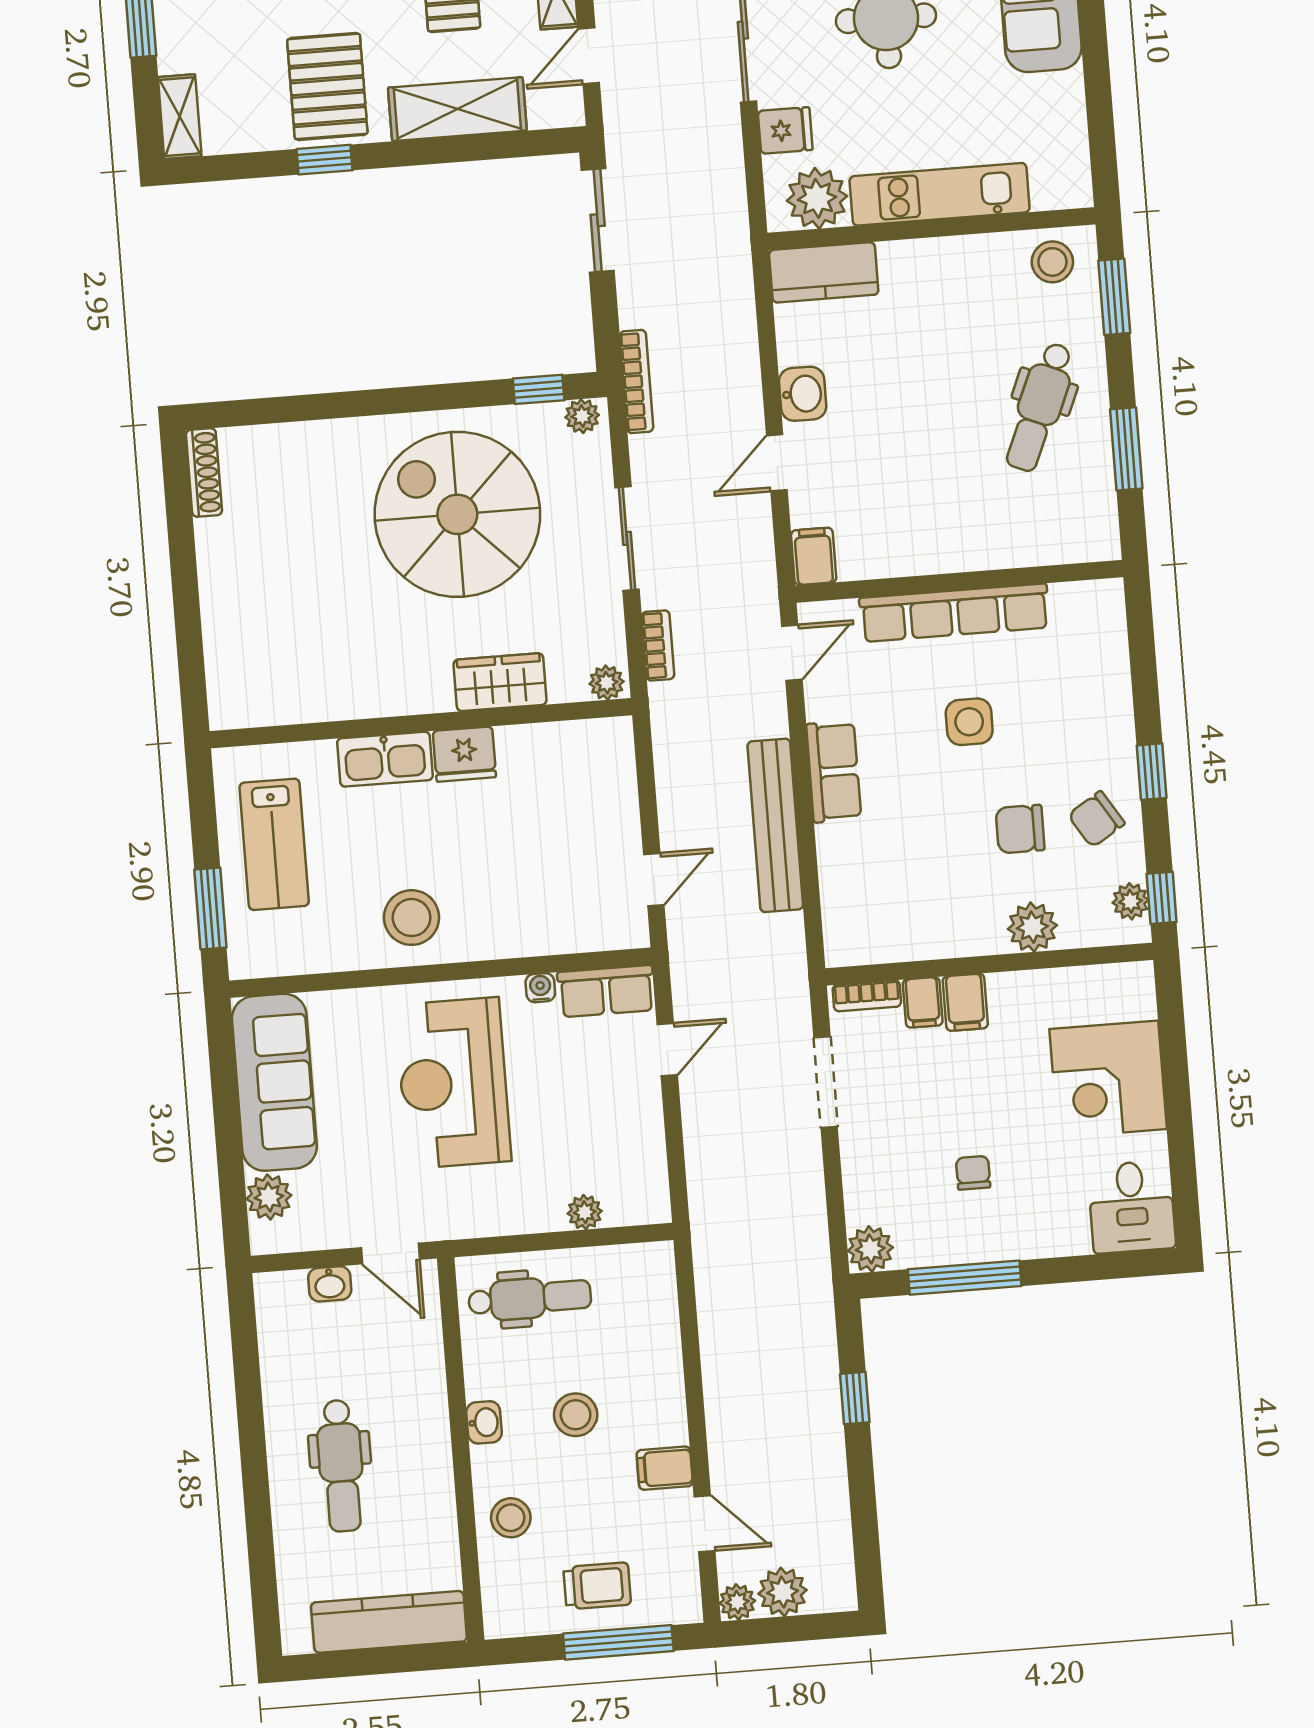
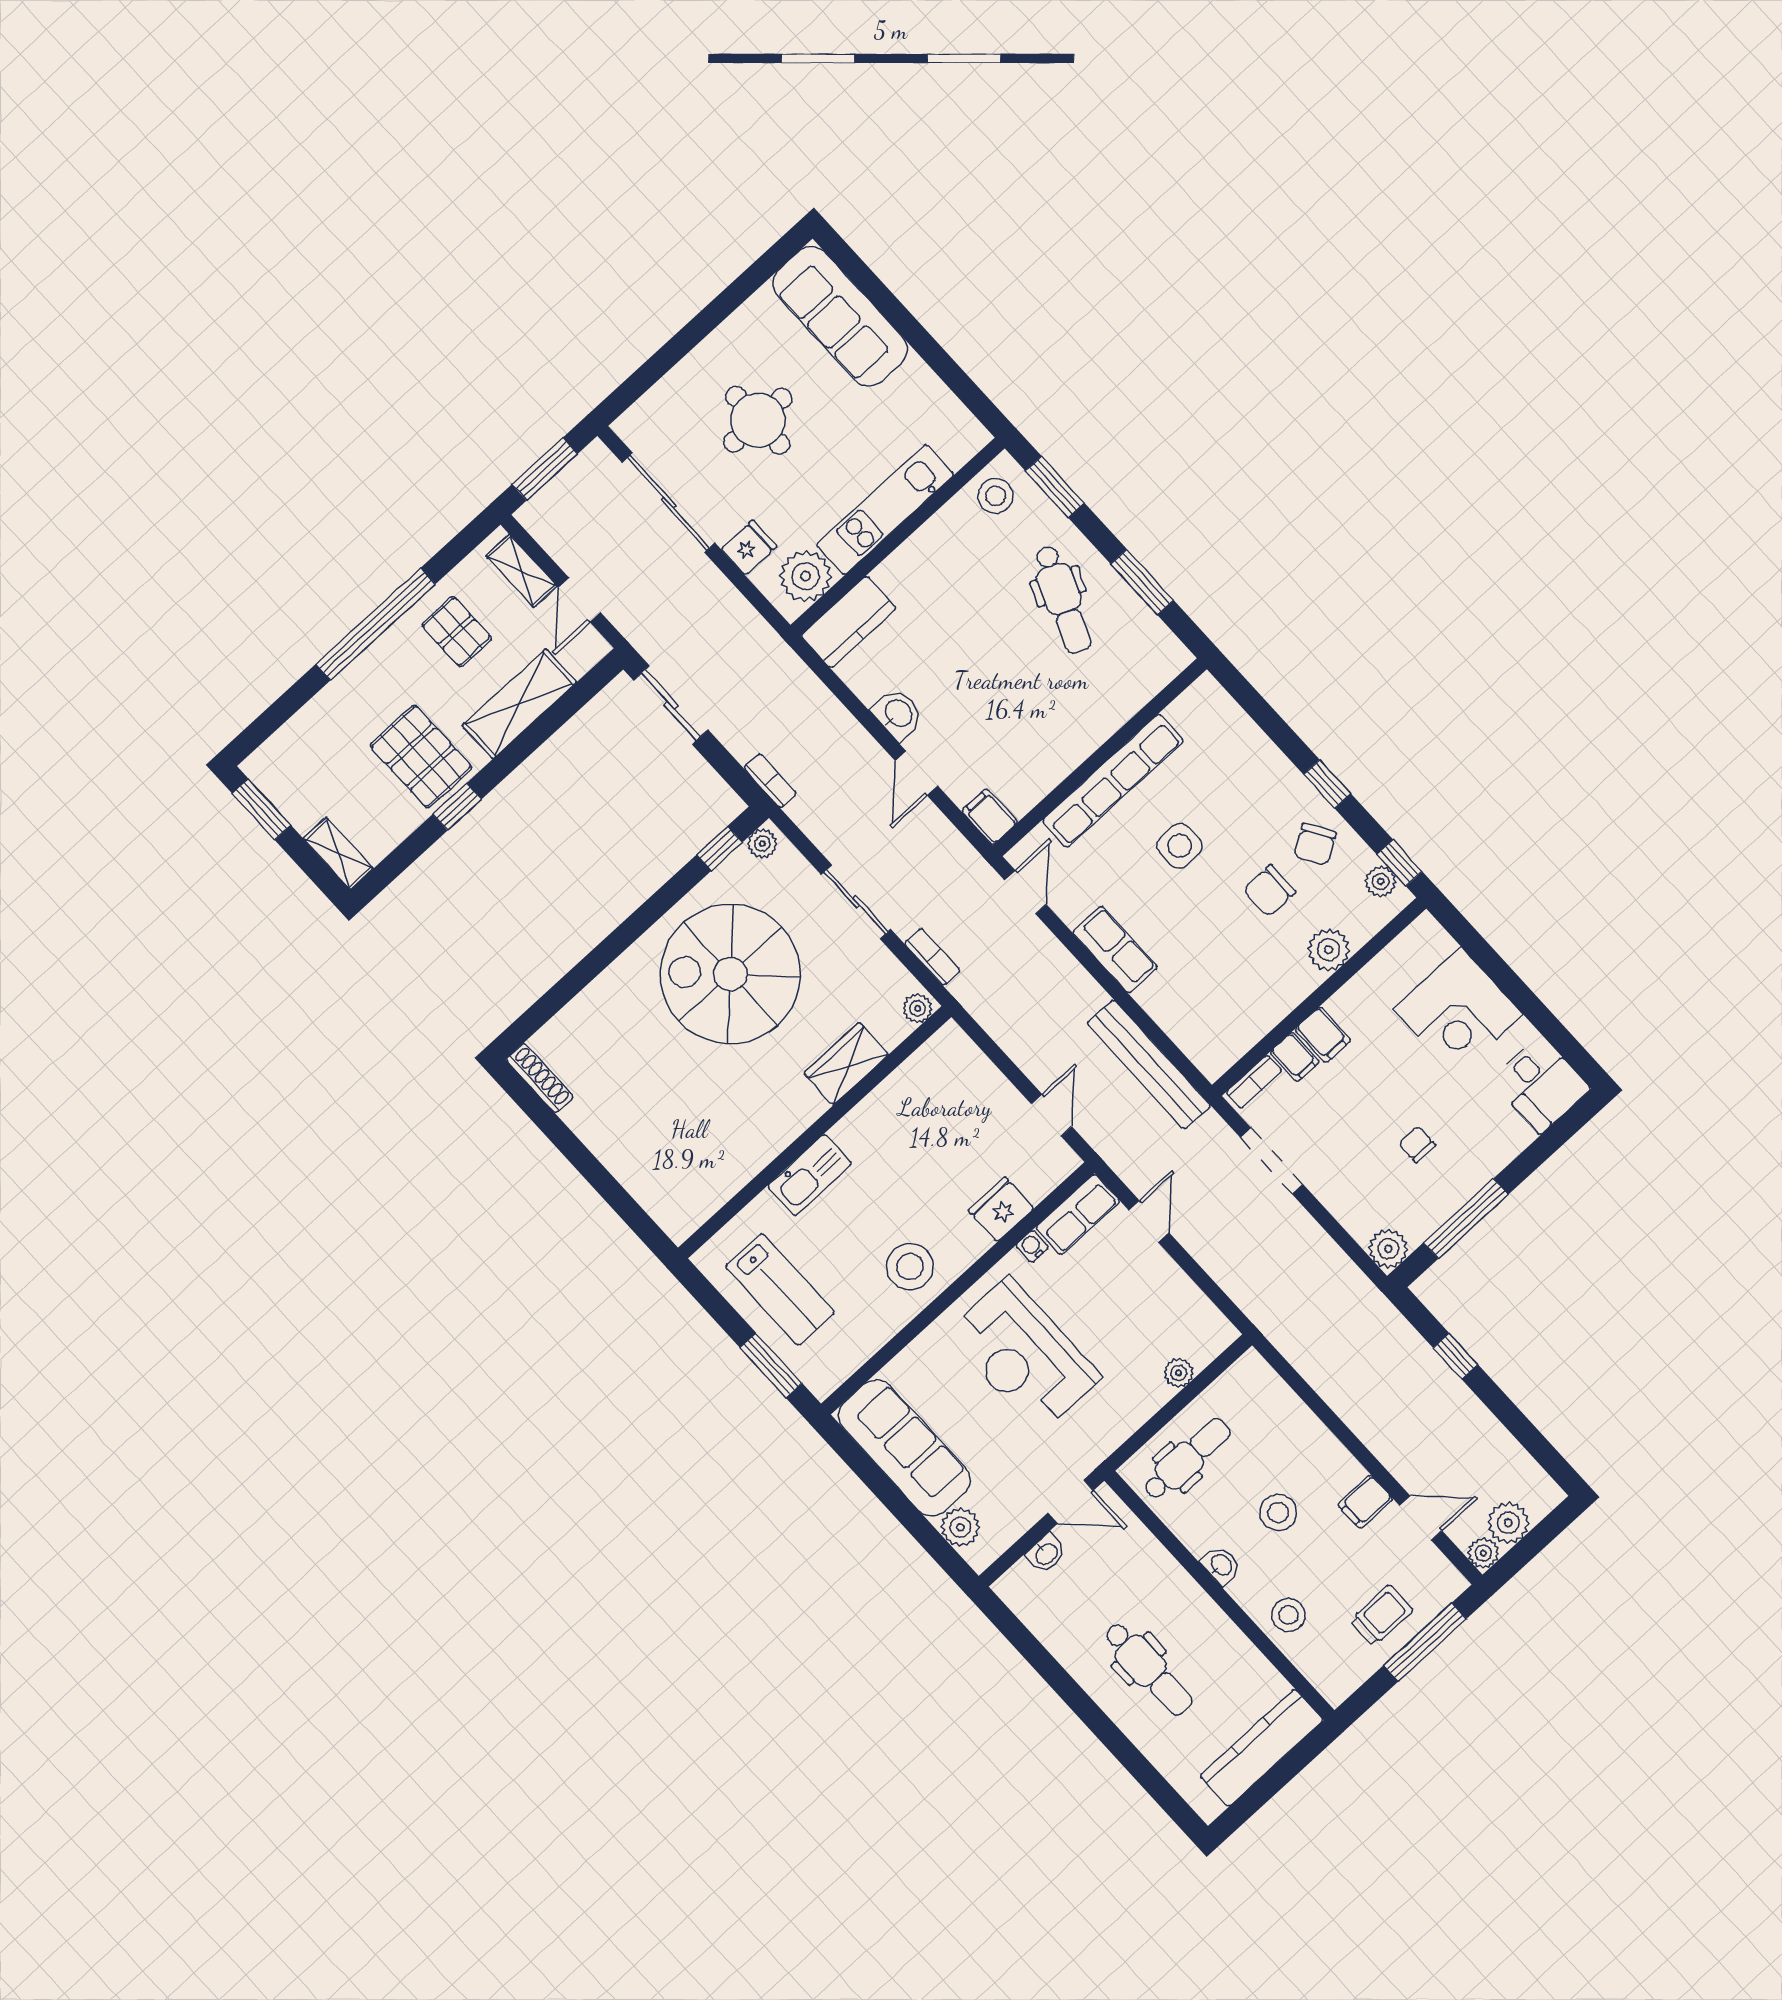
bookcase: (636, 381) -> (770, 781), width x0.64
fridge: (464, 754) -> (1001, 1209), moved, turned 180
bench: (775, 825) -> (1149, 1064), moved

